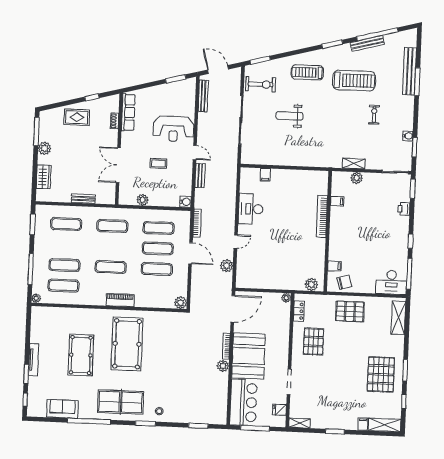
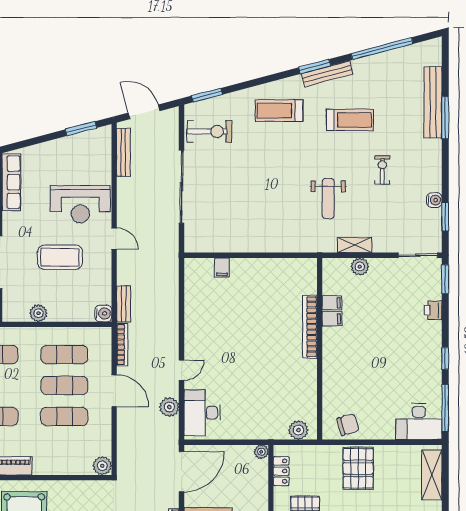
bench: (367, 43) -> (327, 74), moved
treadmill: (354, 81) -> (350, 120), width x0.73, depth x0.73
weight bench: (290, 116) -> (328, 198), moved, turned -90
coffee table: (158, 163) -> (60, 257), width x1.86, depth x1.72
bench: (200, 175) -> (124, 304), moved
desk: (251, 209) -> (202, 413), moved
filing cabinet: (335, 266) -> (332, 319), moved
pallet: (350, 311) -> (358, 468), turned 90

